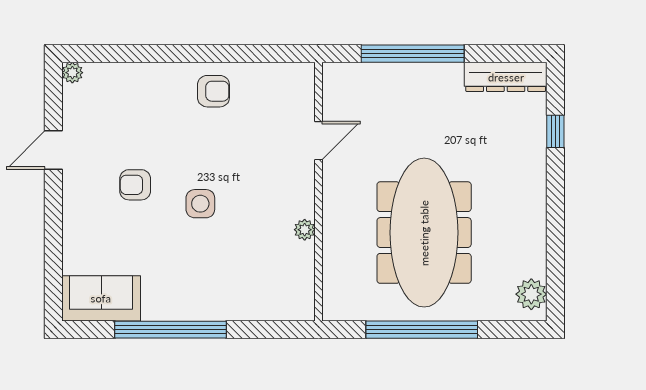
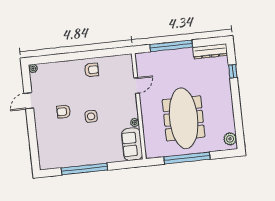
sofa: (101, 298) -> (132, 144), moved, turned -90

